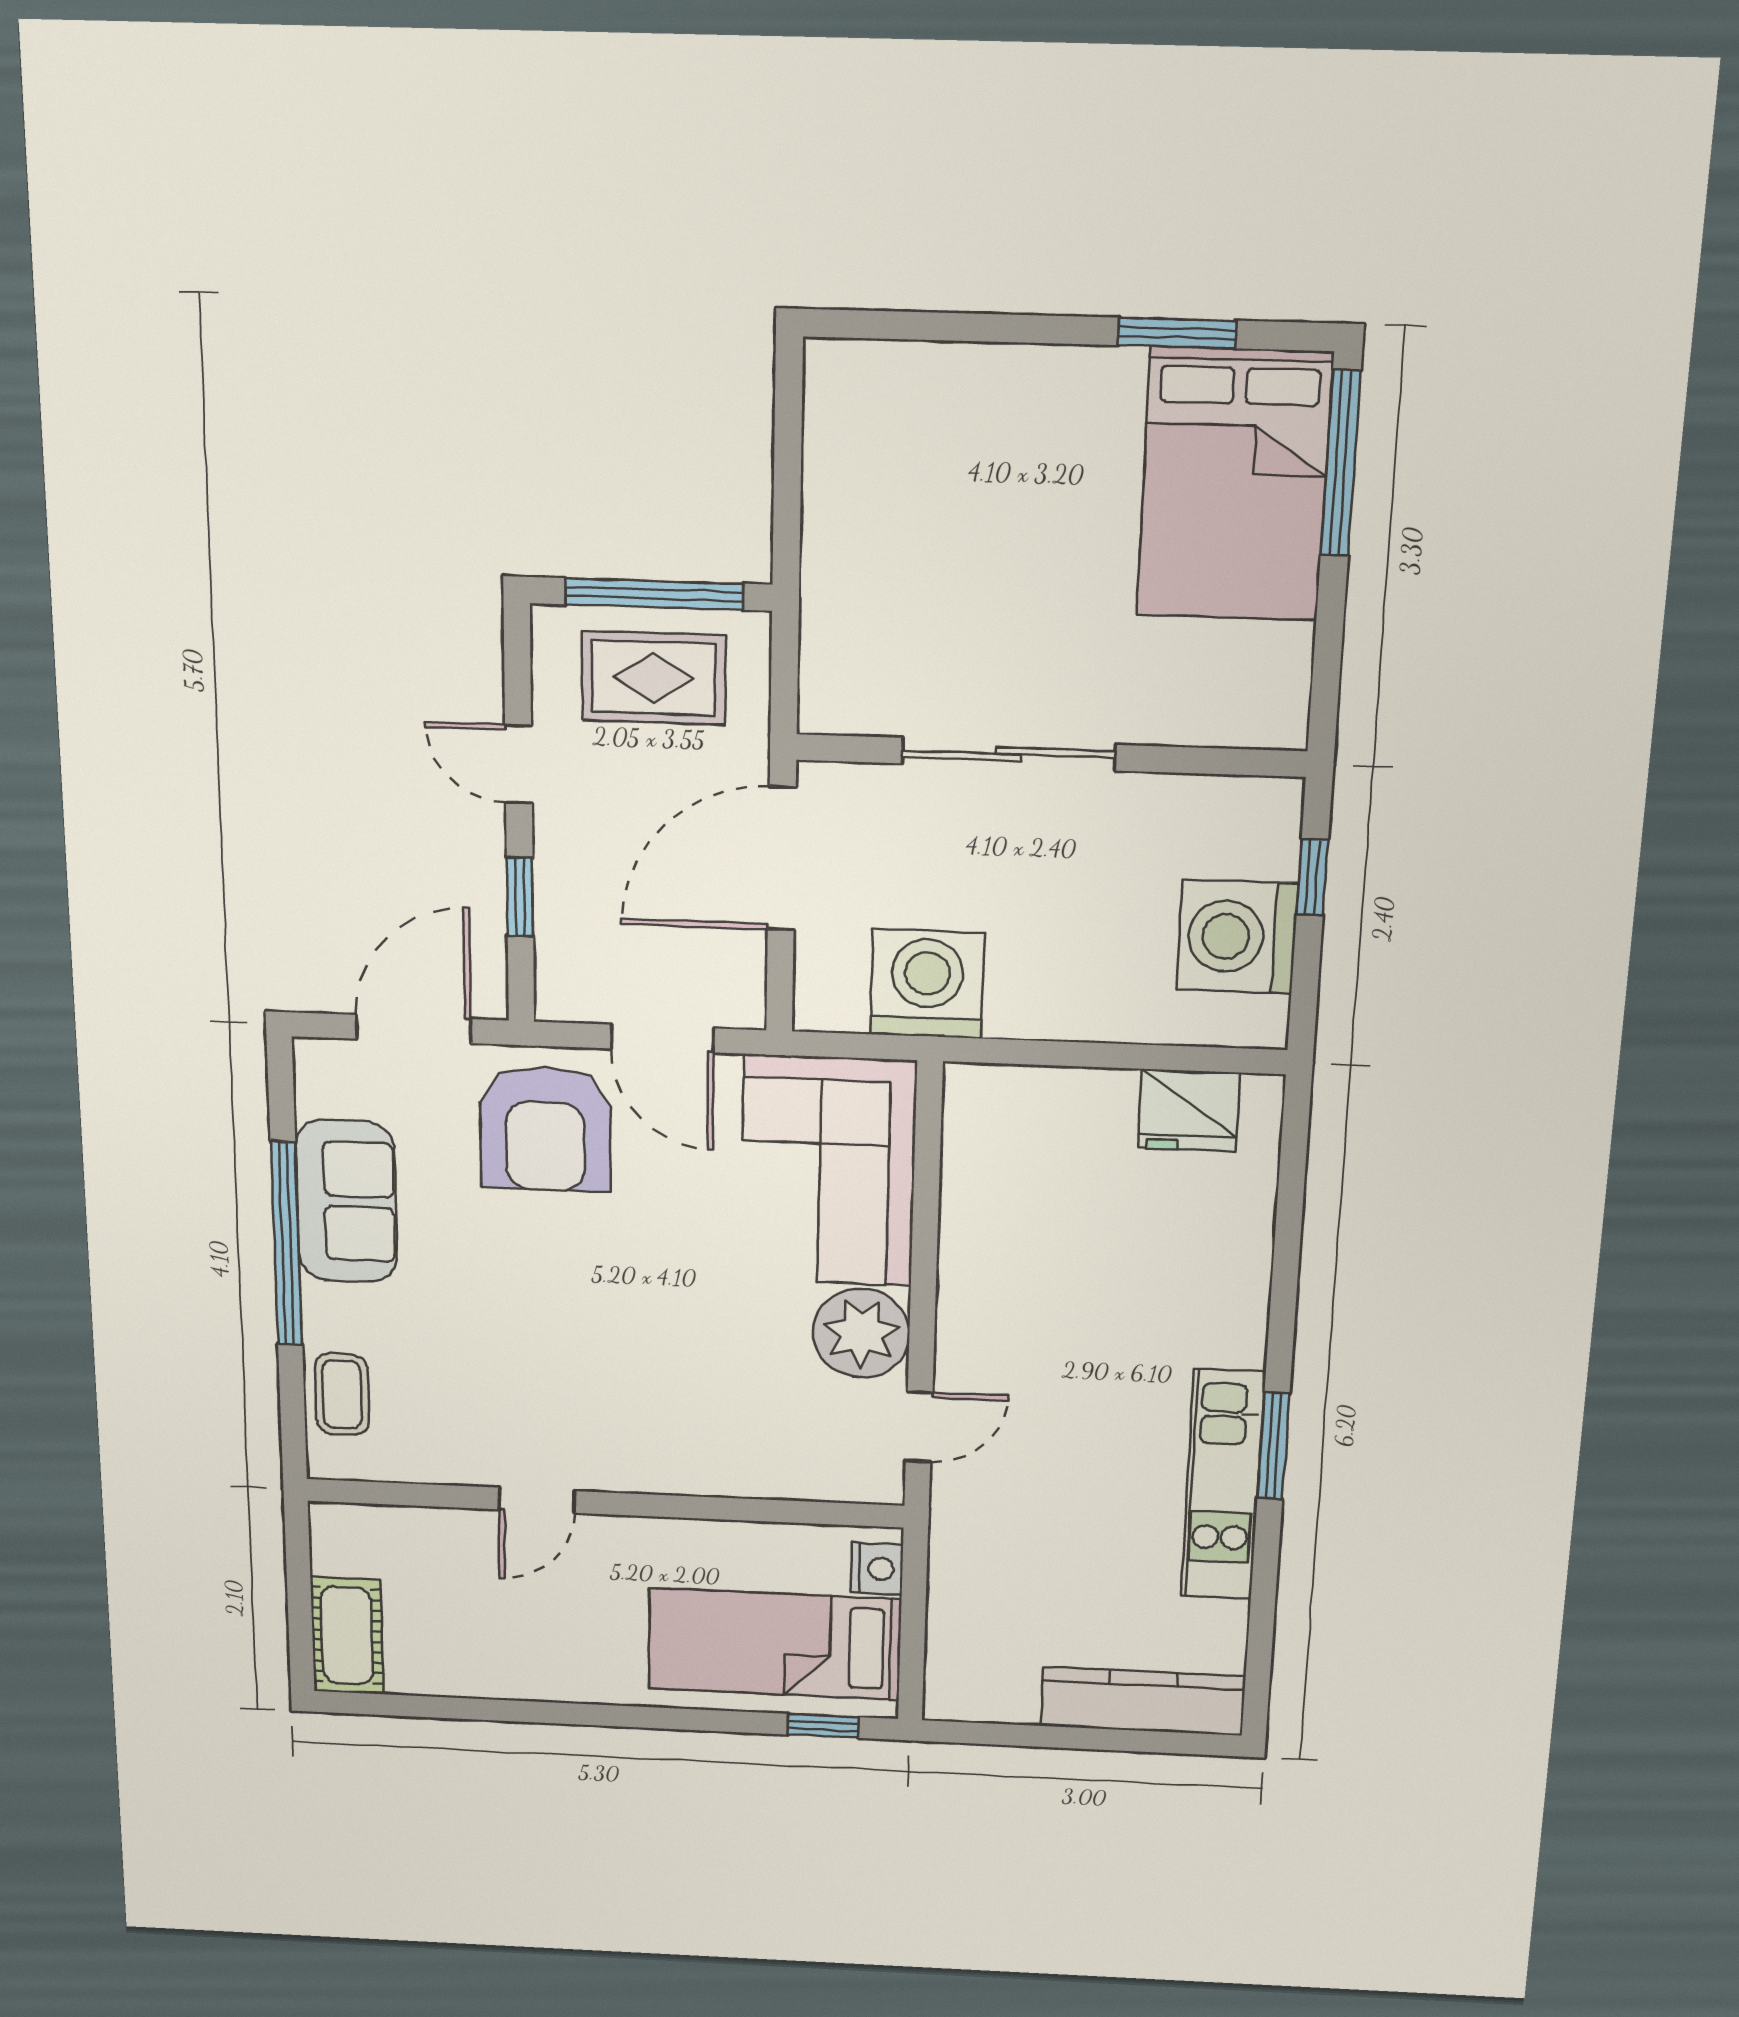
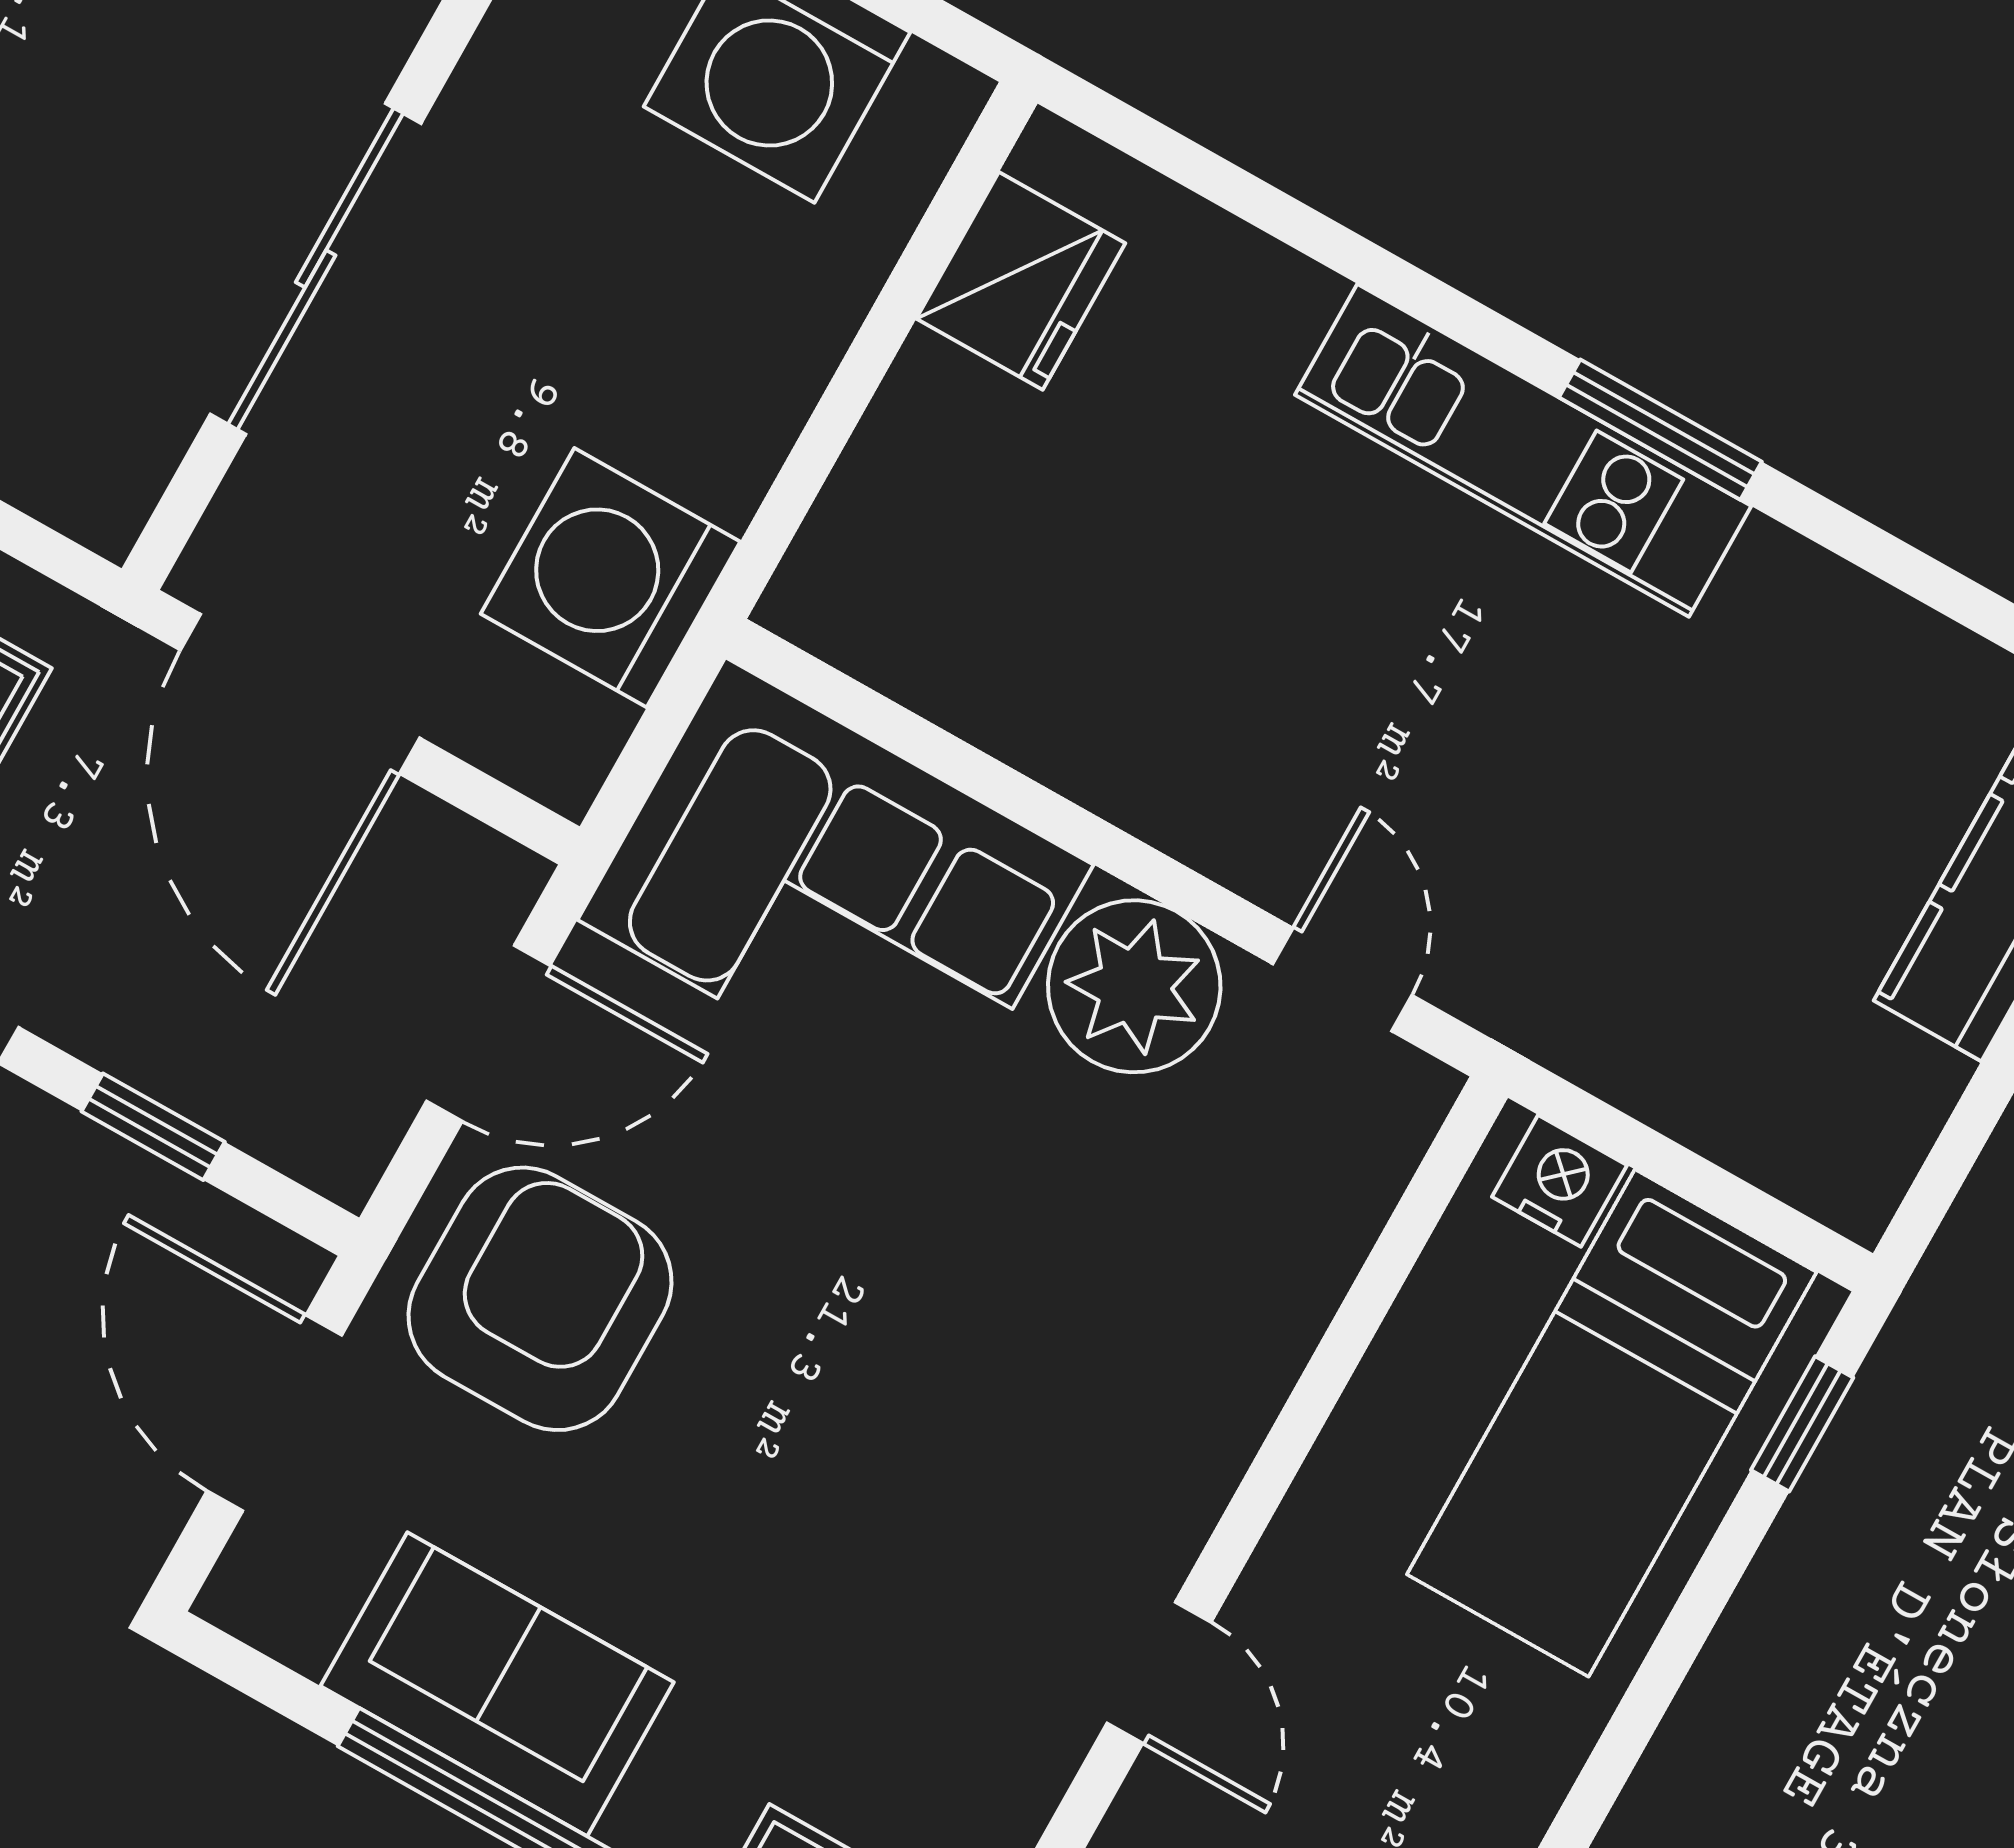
armchair: (545, 1129) -> (540, 1299), turned -90
kitchen unit: (1223, 1485) -> (1523, 450), moved

